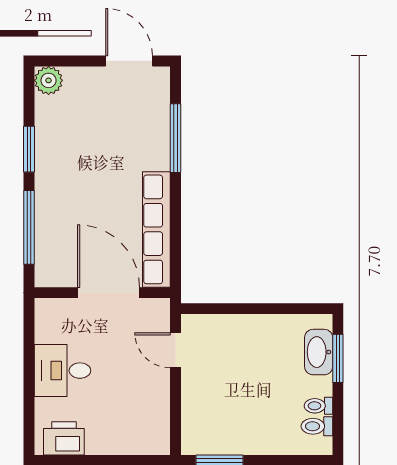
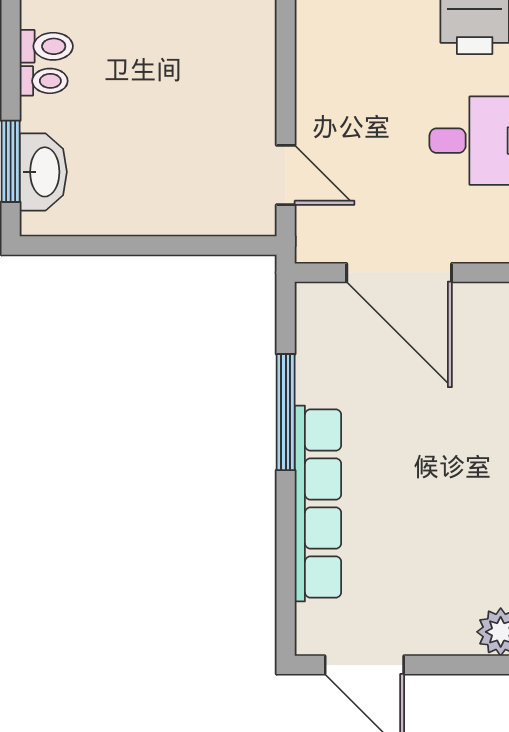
window: (175, 138) -> (286, 412), moved
row of seats: (156, 229) -> (318, 503), moved

